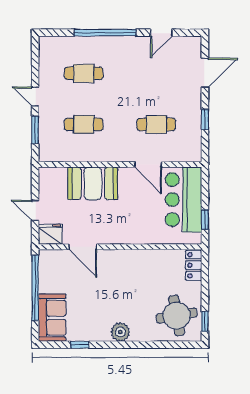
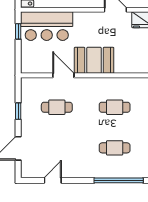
window: (105, 33) -> (119, 180), moved
booth: (93, 183) -> (94, 60), moved
bar counter: (184, 200) -> (47, 26), moved, turned 90

